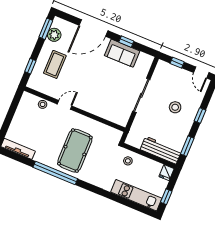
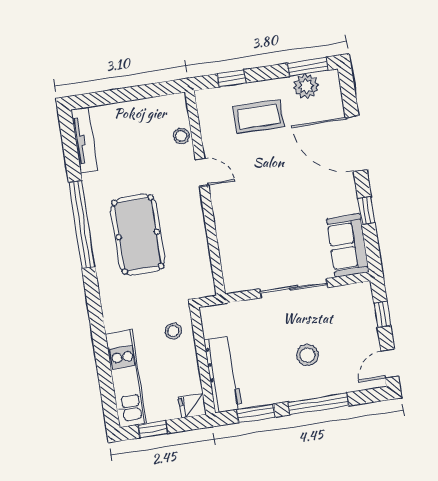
sofa: (122, 53) -> (348, 245), moved
window: (200, 116) -> (318, 404), width x2.17
pool table: (75, 151) -> (138, 234), turned 90

